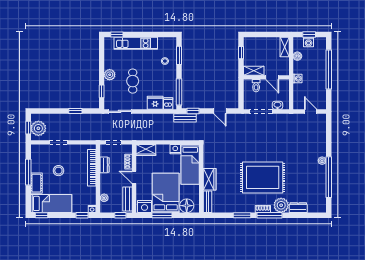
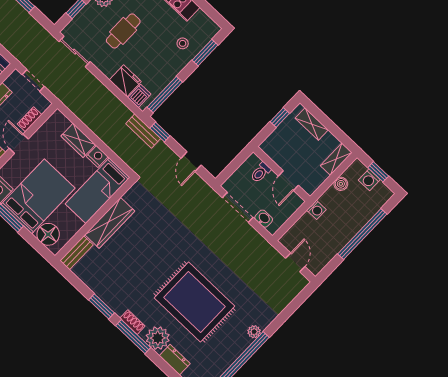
shelving: (254, 71) -> (312, 124), moved
wardrobe: (146, 150) -> (78, 140), moved
rug: (263, 177) -> (195, 302), moved
wardrobe: (210, 179) -> (110, 223), width x1.50

